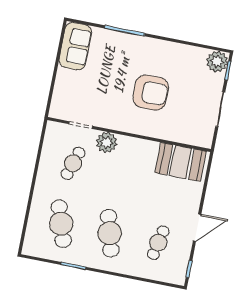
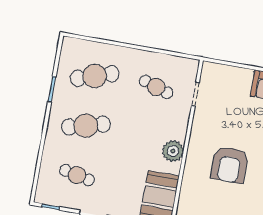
plant: (107, 142) -> (173, 151), moved

